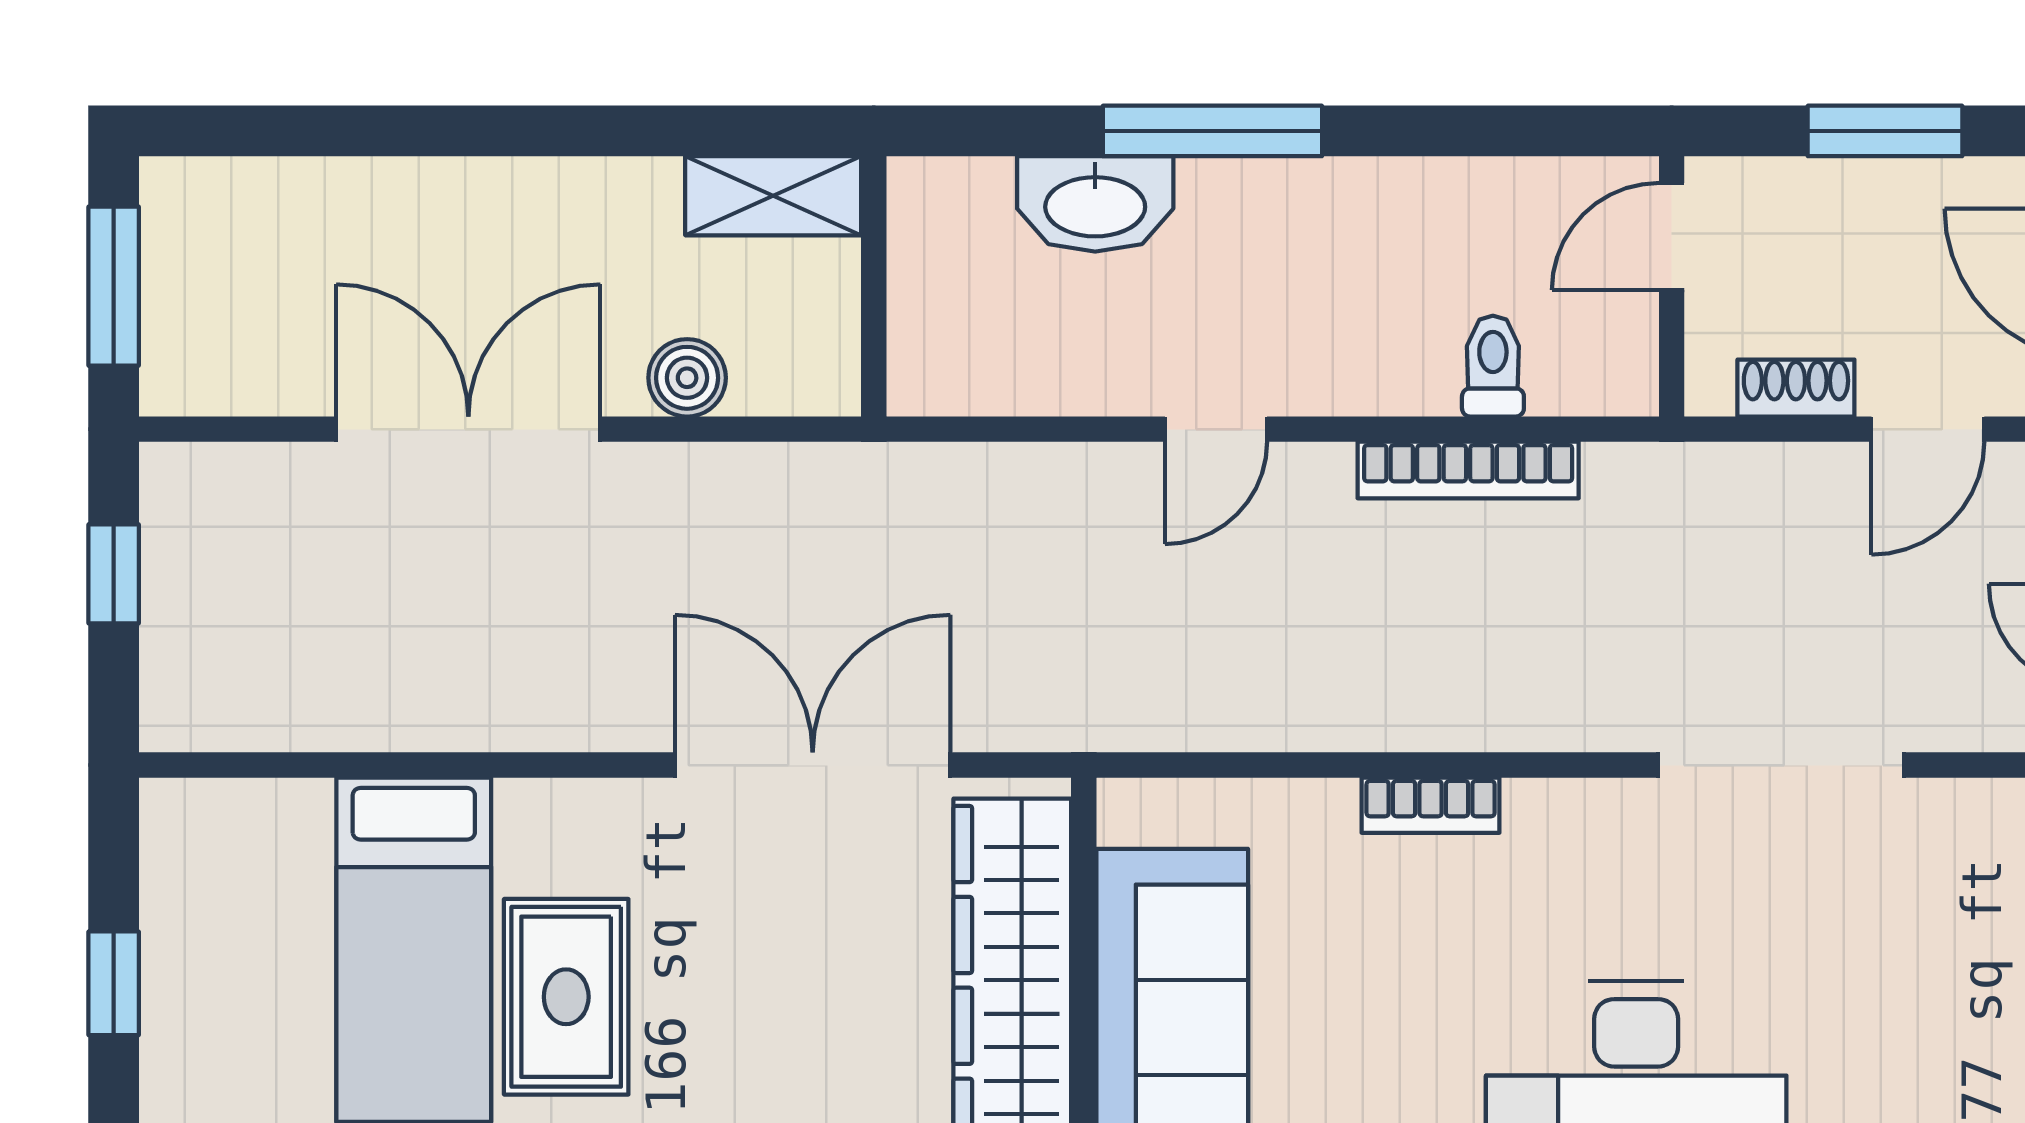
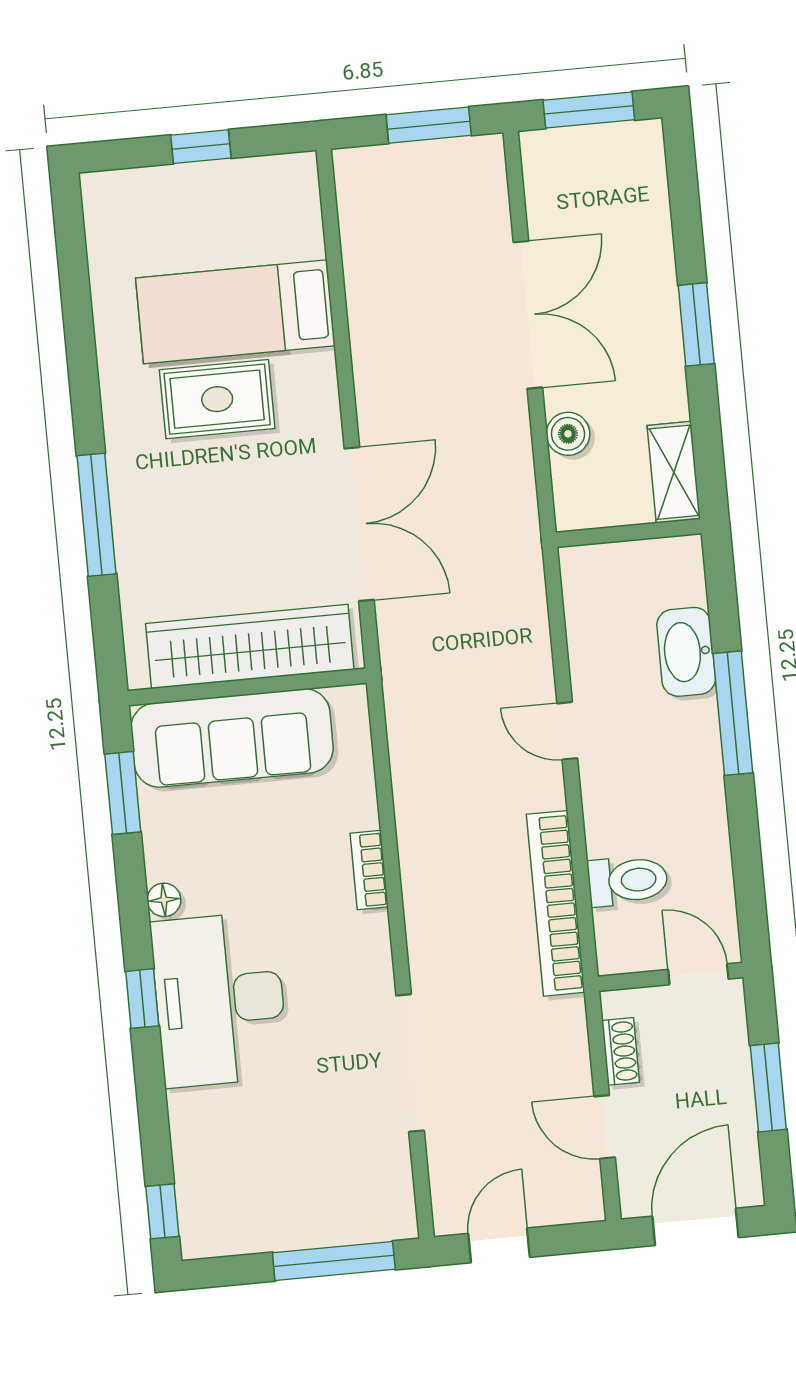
window: (514, 131) -> (696, 324), added
toilet: (1493, 366) -> (628, 881), width x1.37, depth x1.39
bookcase: (1468, 470) -> (556, 903), width x1.48, depth x1.31
window: (114, 574) -> (429, 125), width x1.50

